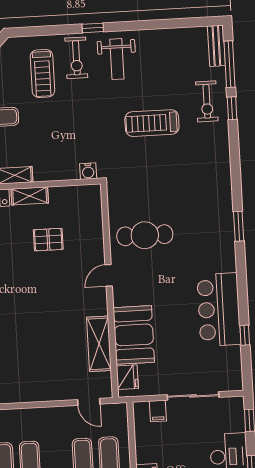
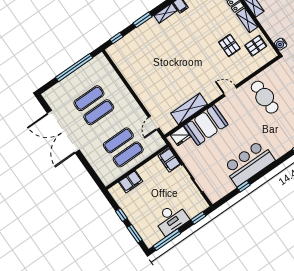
pallet: (70, 205) -> (256, 46), added
filing cabinet: (158, 411) -> (169, 160), width x2.00

